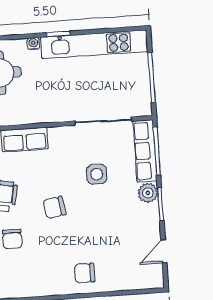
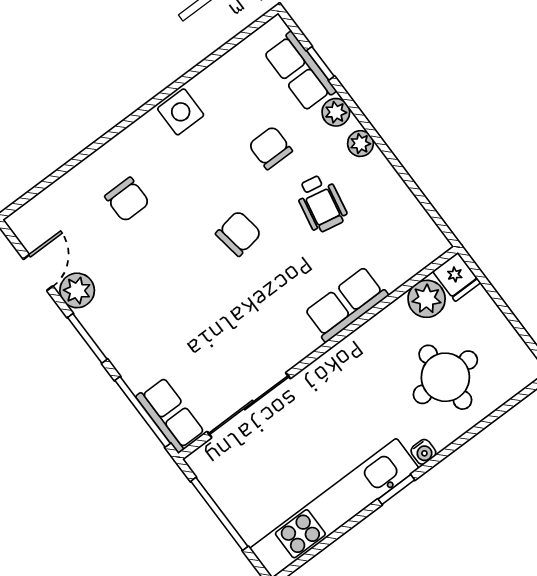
row of seats: (145, 151) -> (170, 415), width x0.68
side table: (97, 174) -> (181, 112), moved
plant: (148, 193) -> (77, 290), moved
chair: (85, 273) -> (127, 199), moved, turned 90

